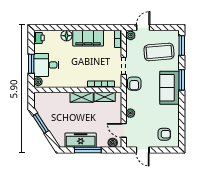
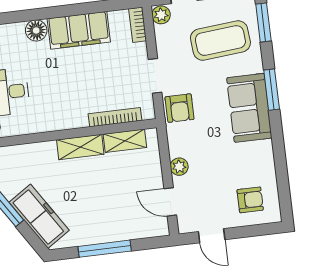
freezer: (81, 140) -> (39, 216), moved, turned 57
boiler: (113, 143) -> (151, 229), removed

